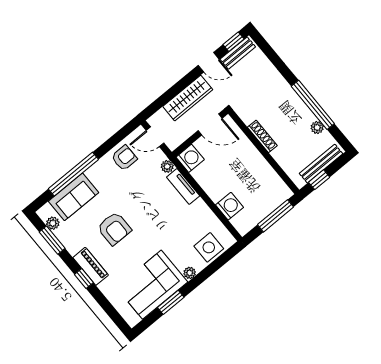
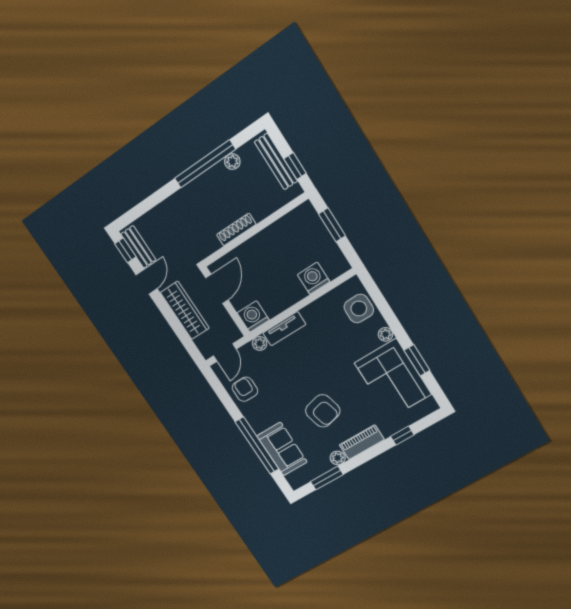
window: (275, 216) -> (332, 225), width x0.69
plant: (53, 223) -> (338, 458), moved
armchair: (114, 229) -> (323, 411), turned 76
window: (84, 278) -> (402, 436), moved

